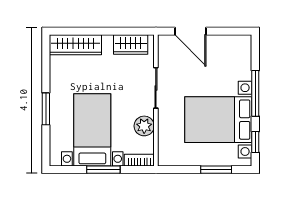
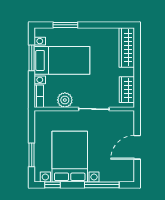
door: (190, 31) -> (137, 147), moved
window: (255, 93) -> (102, 185), moved
window: (46, 109) -> (65, 25), moved
window: (103, 170) -> (32, 58), moved

